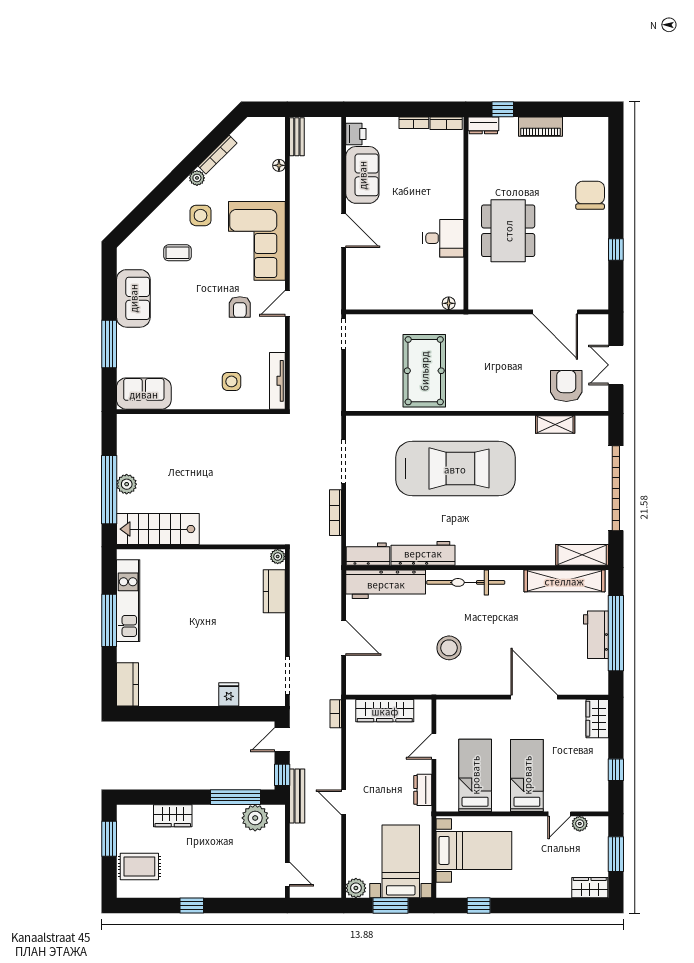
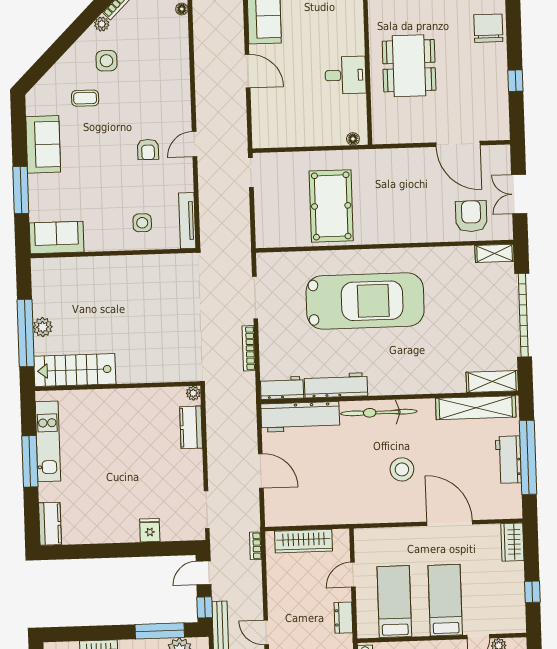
corner sofa: (257, 241) -> (163, 84), removed
shelving: (555, 424) -> (495, 253), moved
stool: (449, 648) -> (402, 469), moved

